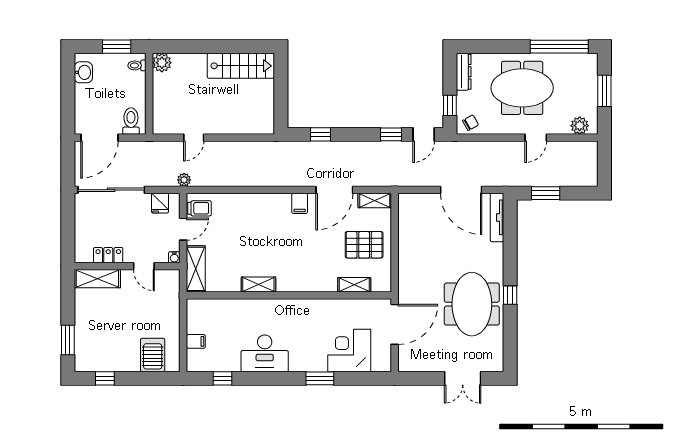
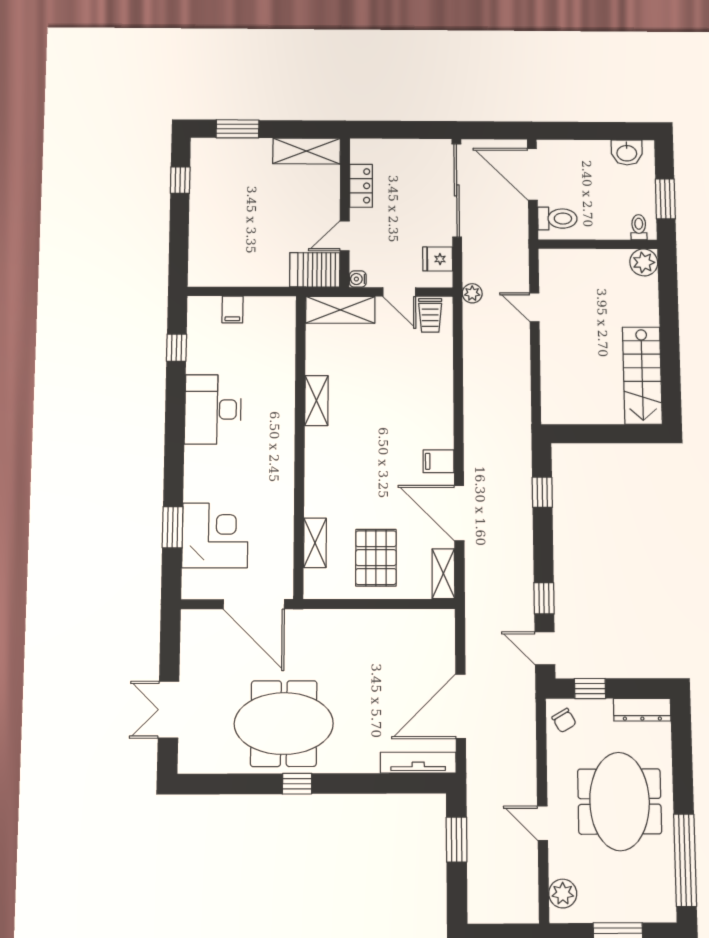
shelving: (97, 279) -> (307, 151), moved, turned 90
server rack: (153, 355) -> (315, 270), moved, turned 180
window: (320, 378) -> (173, 527), moved

